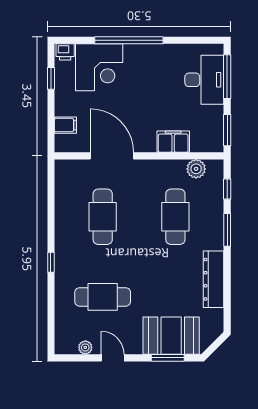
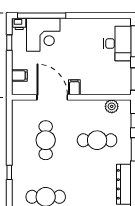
window: (129, 40) -> (42, 16), moved
filing cabinet: (173, 142) -> (74, 87), moved, width x0.50
cafe table: (175, 217) -> (97, 140), turned 90

